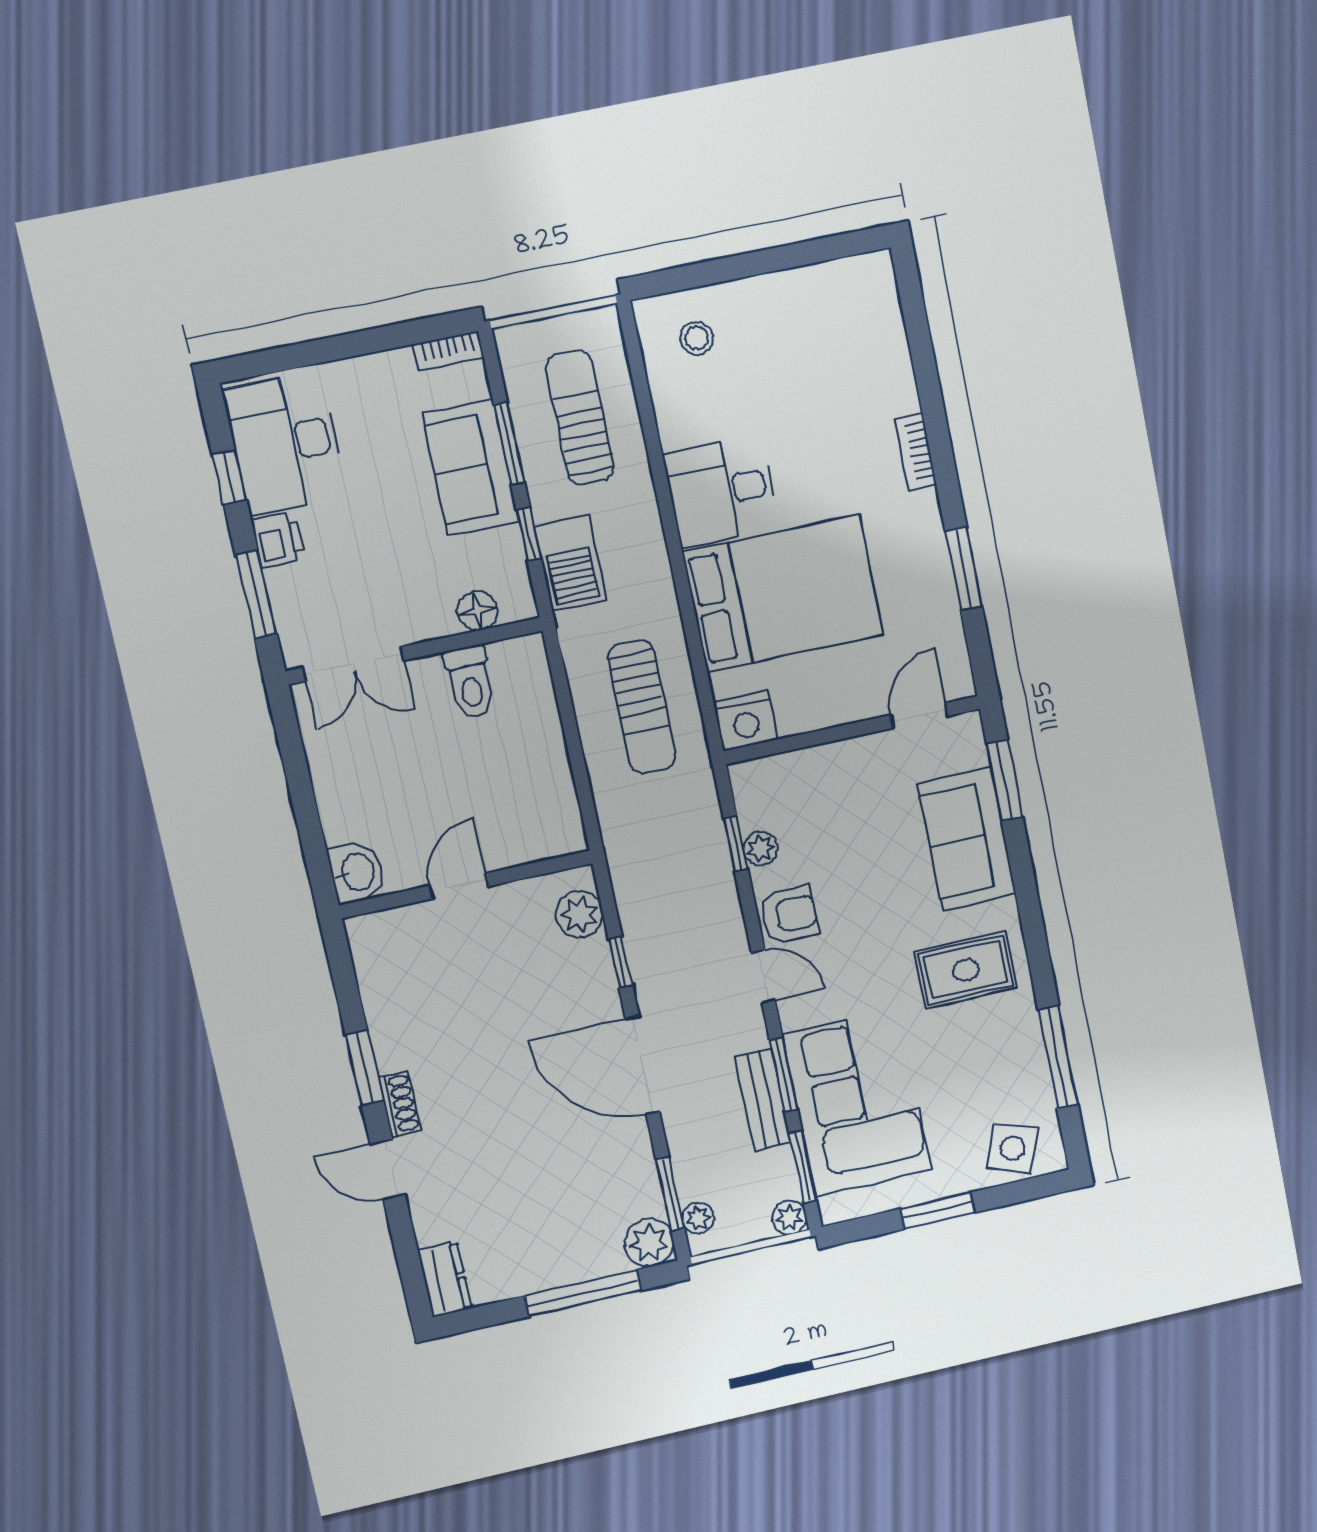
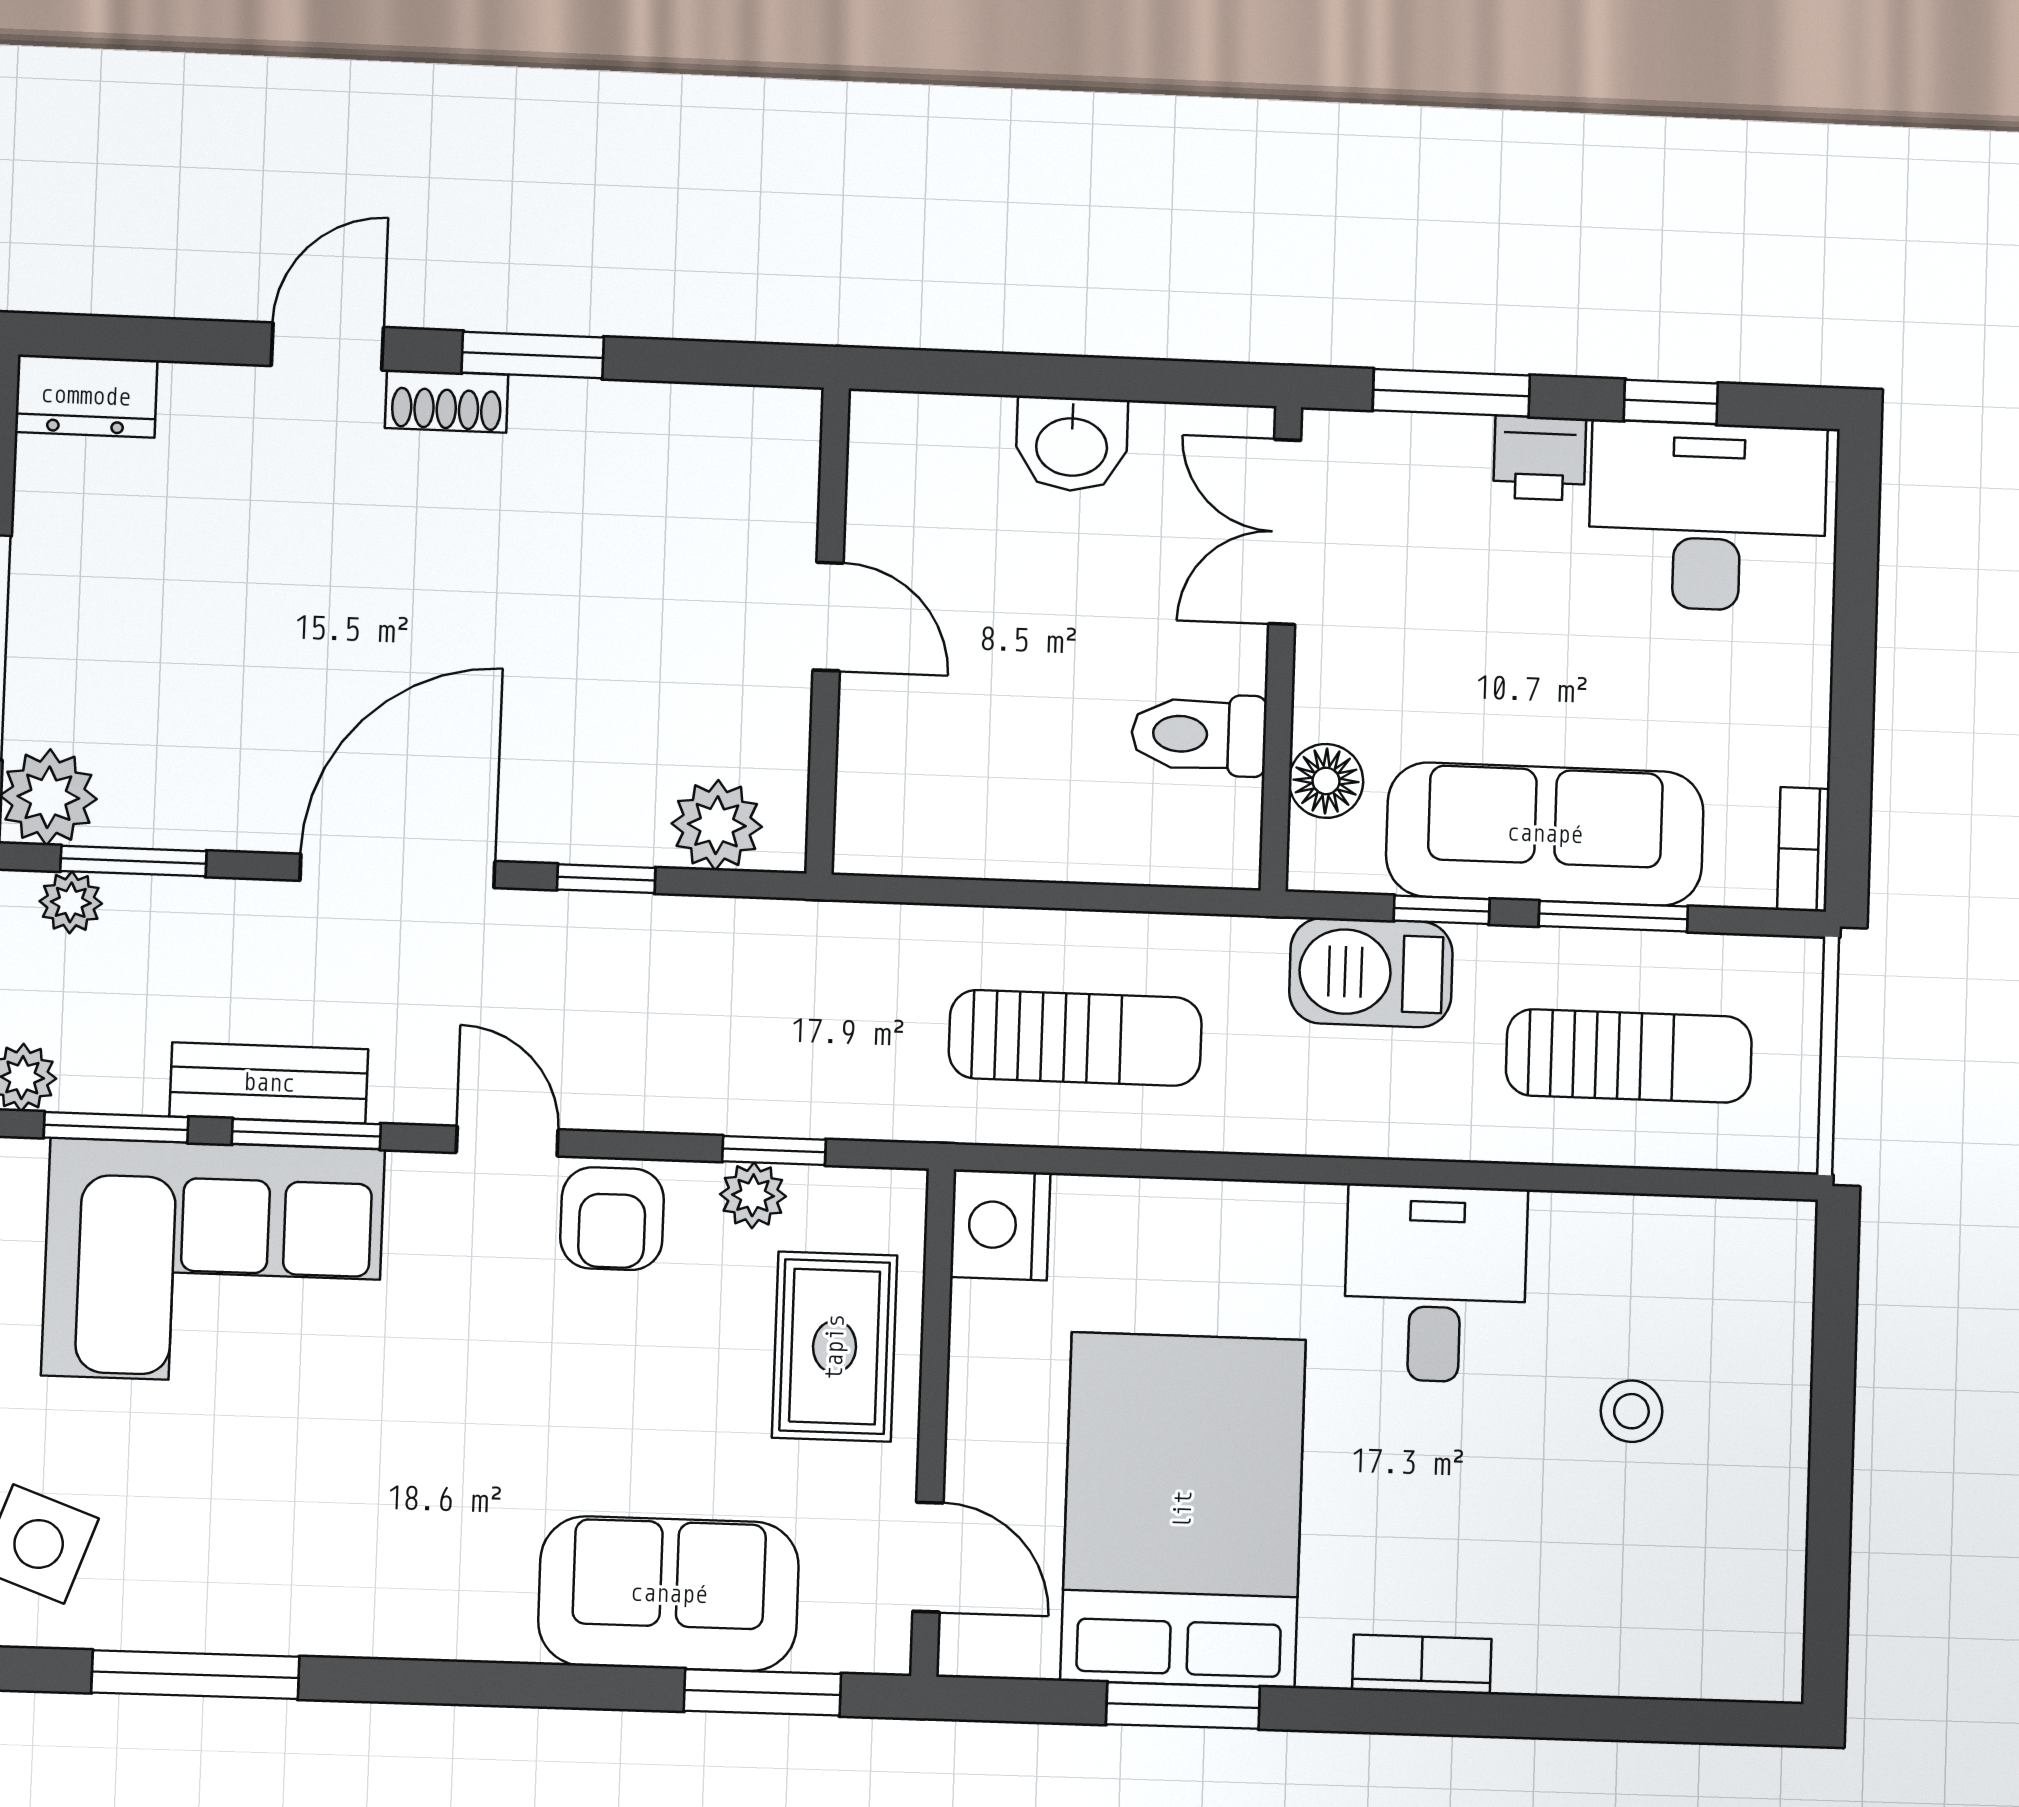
stool: (696, 338) -> (1631, 1411), moved
sofa: (471, 468) -> (1545, 834), width x1.36
bed: (783, 594) -> (1183, 1510), moved, turned 180
sun lounger: (642, 707) -> (1075, 1038), turned 180
washbasin: (357, 872) -> (1072, 444), moved
rug: (966, 970) -> (835, 1347), moved
door: (763, 976) -> (507, 1141), swing flipped

